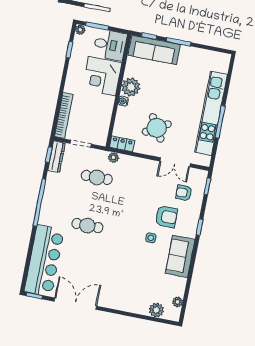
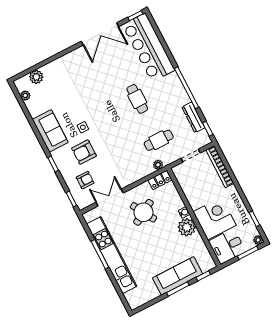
sofa: (154, 50) -> (178, 276), moved
dresser: (56, 157) -> (193, 117), moved
cafe table: (87, 226) -> (137, 99), turned 90

